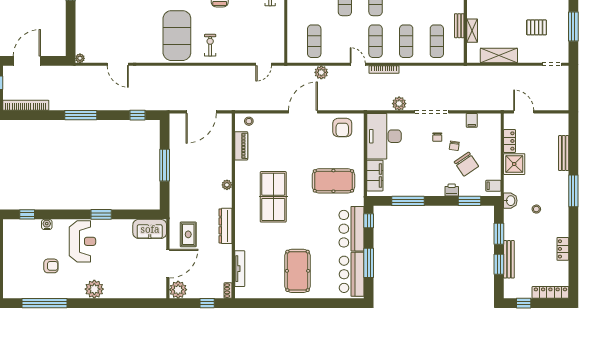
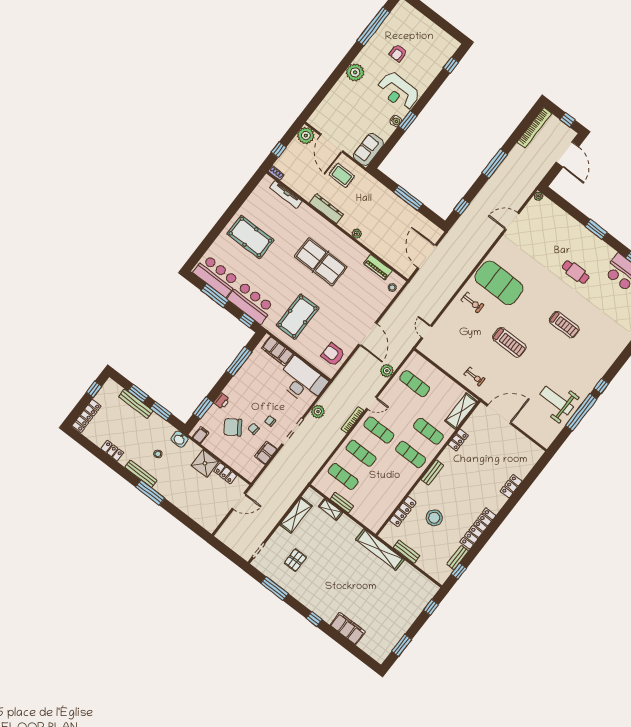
filing cabinet: (472, 120) -> (266, 453), width x2.00
bench: (564, 153) -> (141, 474), moved
water cooler: (47, 224) -> (396, 121), moved

